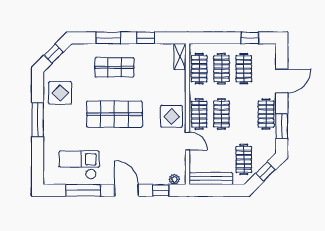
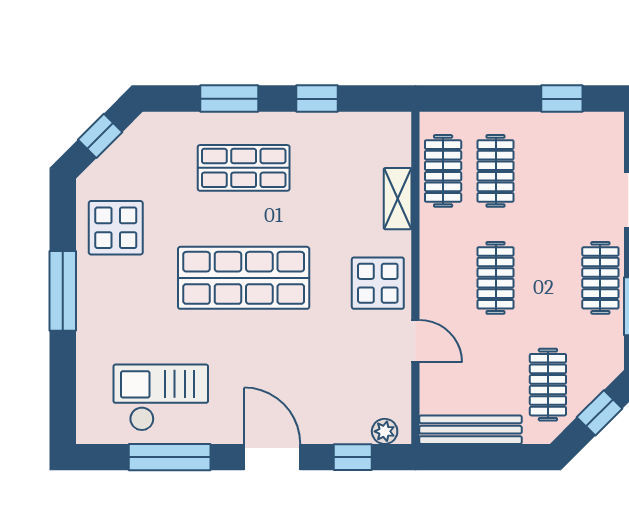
shelving: (180, 57) -> (398, 199), moved
clothes rail: (244, 69) -> (548, 171), removed
clothes rail: (199, 114) -> (443, 278), removed

